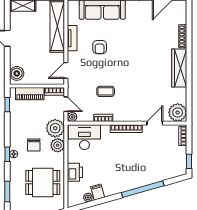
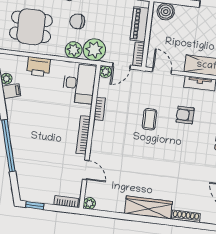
coffee table: (106, 91) -> (149, 119), moved
plant: (178, 112) -> (89, 203), width x0.53, depth x0.53
dining table: (43, 183) -> (31, 27), turned 90

